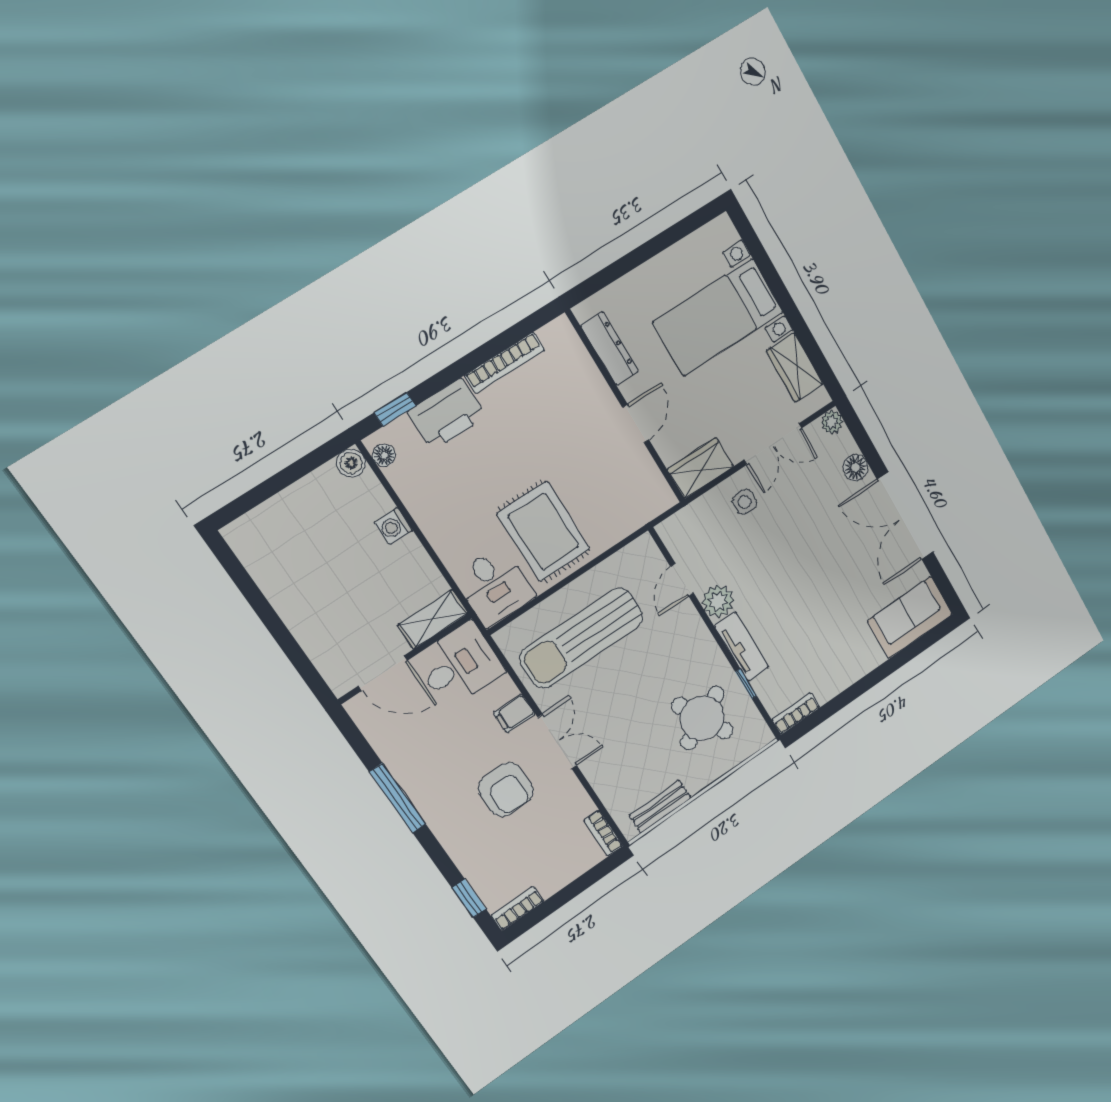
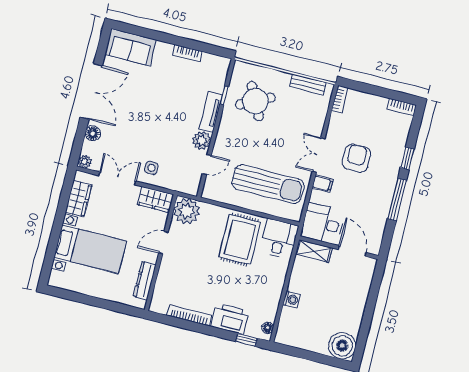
boiler: (351, 463) -> (342, 346), moved, width x1.86, depth x1.86
plant: (648, 495) -> (187, 211), added
bookcase: (796, 713) -> (187, 53), moved
window: (469, 898) -> (407, 158), moved

